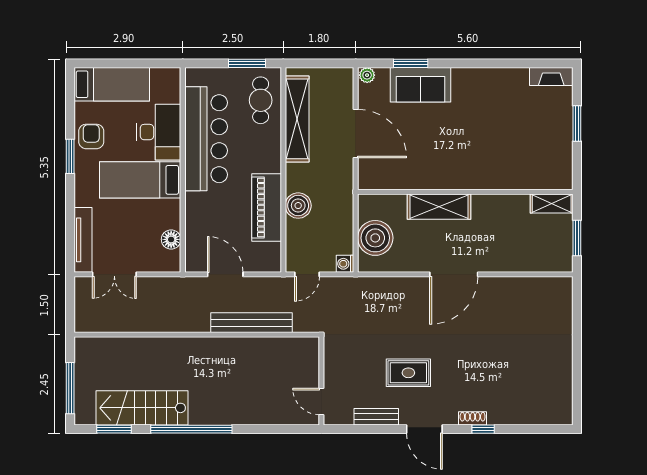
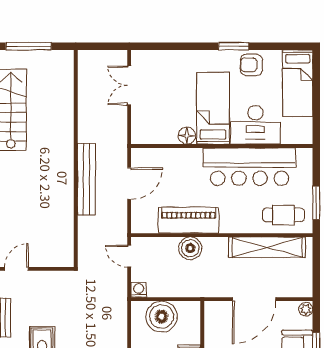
armchair: (91, 136) -> (251, 65), turned 180
floor lamp: (171, 239) -> (187, 136), moved
tv unit: (83, 240) -> (160, 58), removed
bench: (252, 323) -> (86, 179), moved

